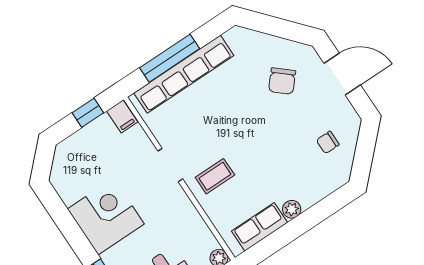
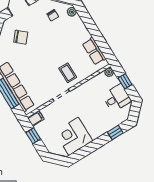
plant: (292, 209) -> (72, 12), moved
corner desk: (106, 217) -> (74, 136), moved

